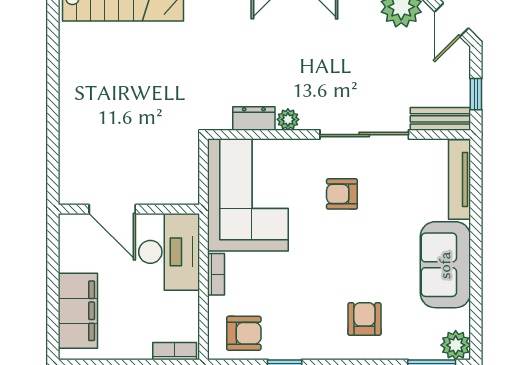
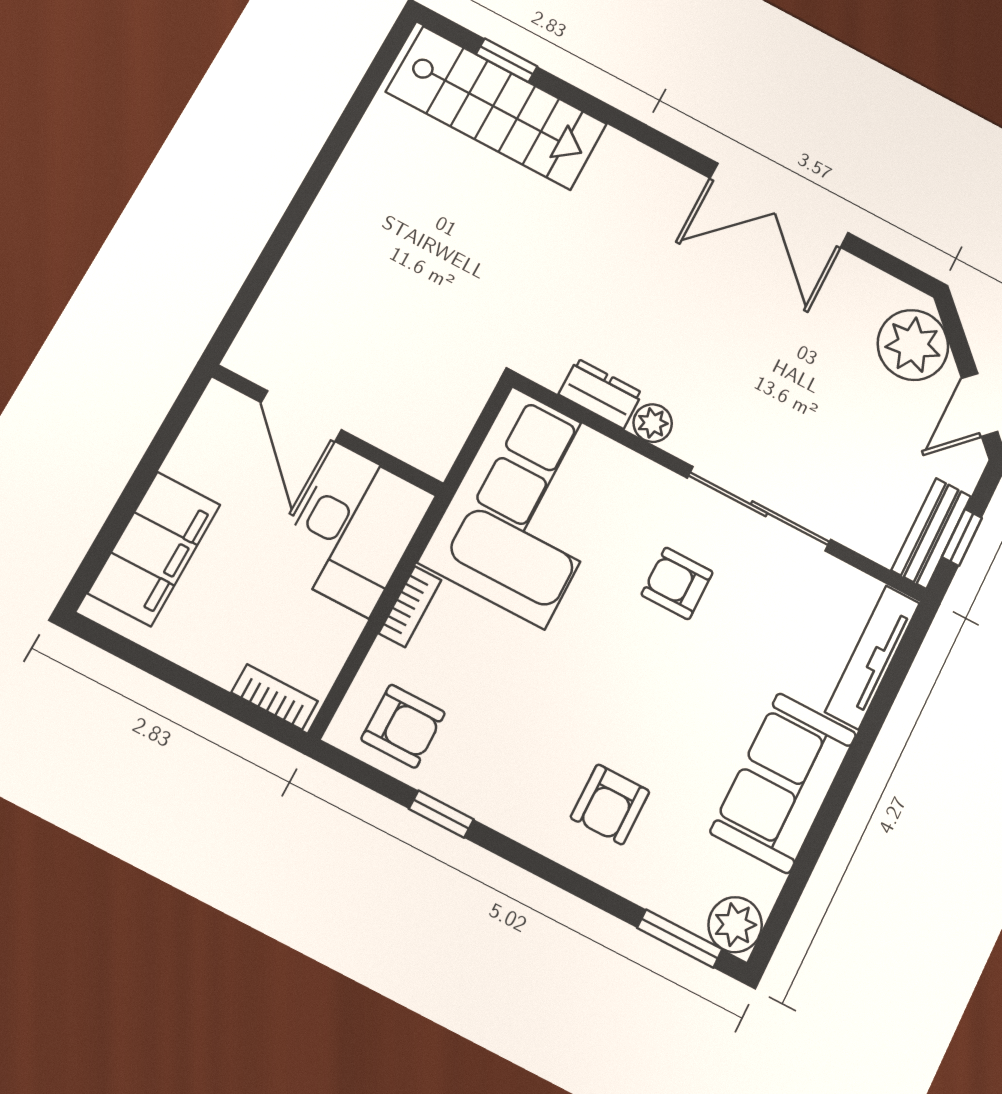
bench: (440, 119) -> (931, 533), moved, turned 90
armchair: (364, 319) -> (610, 804), turned 180

